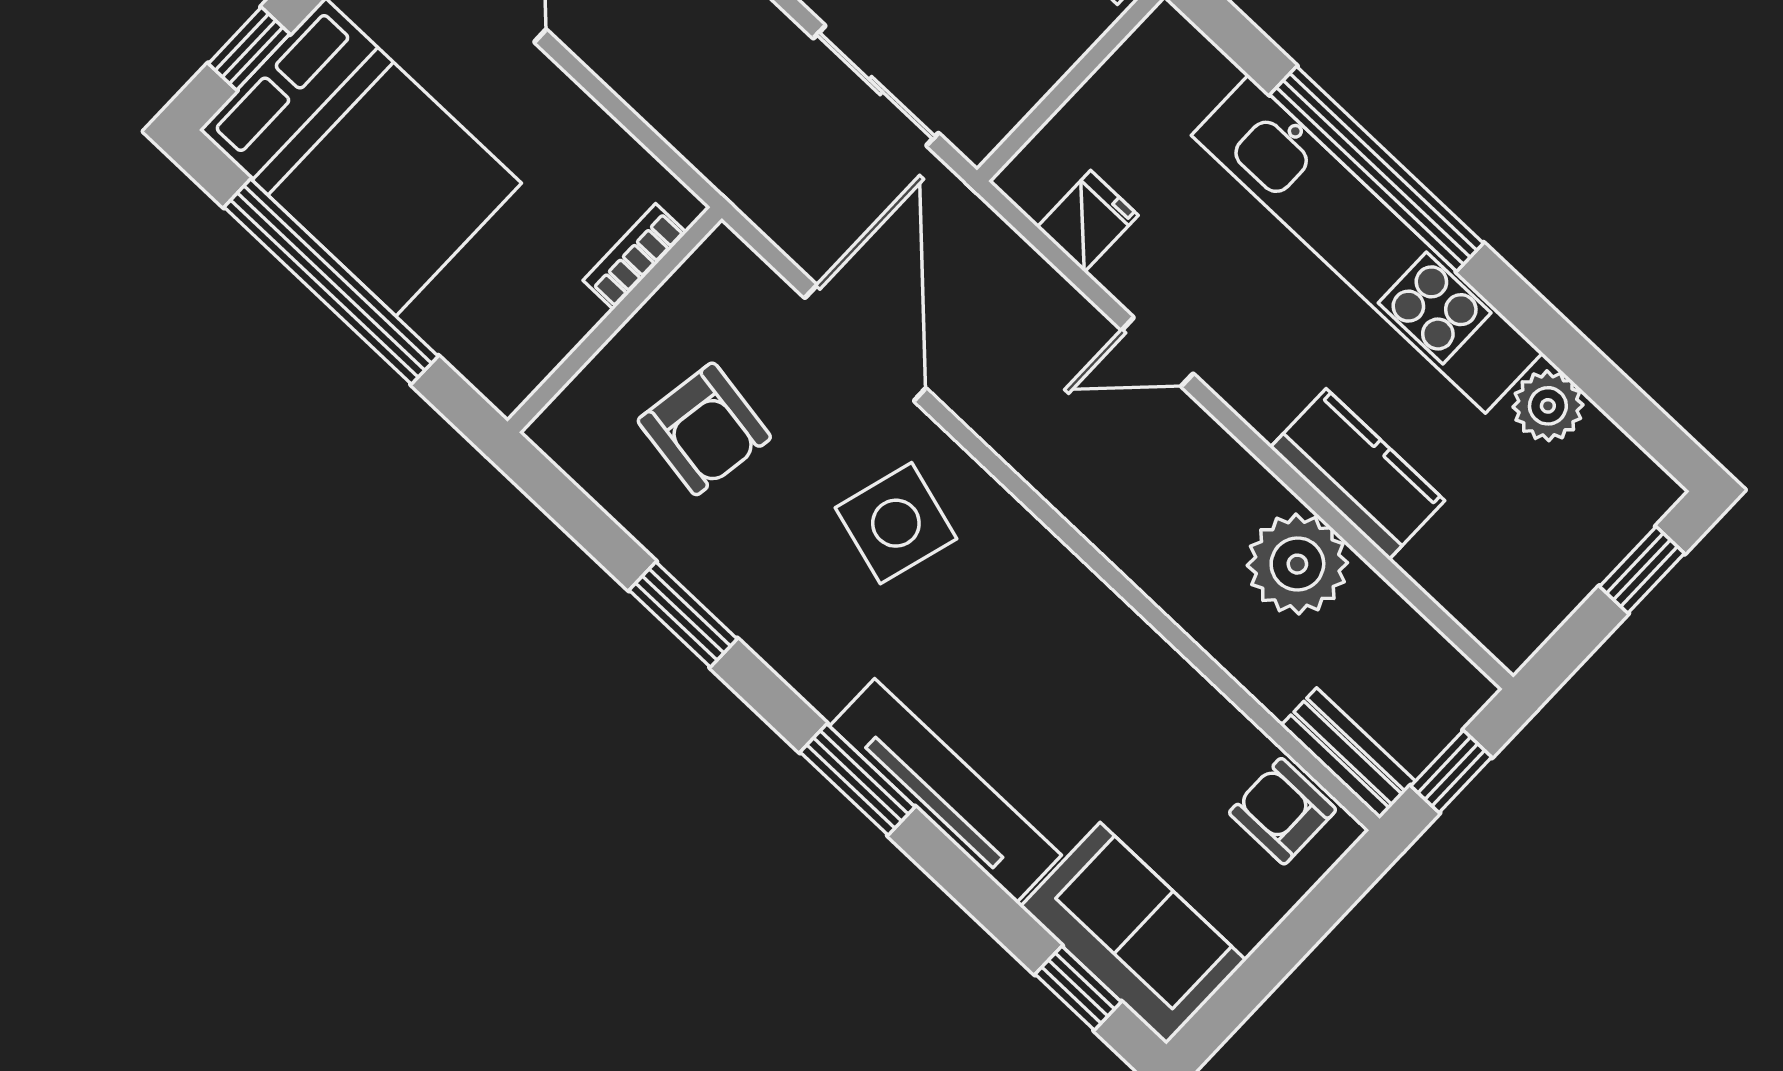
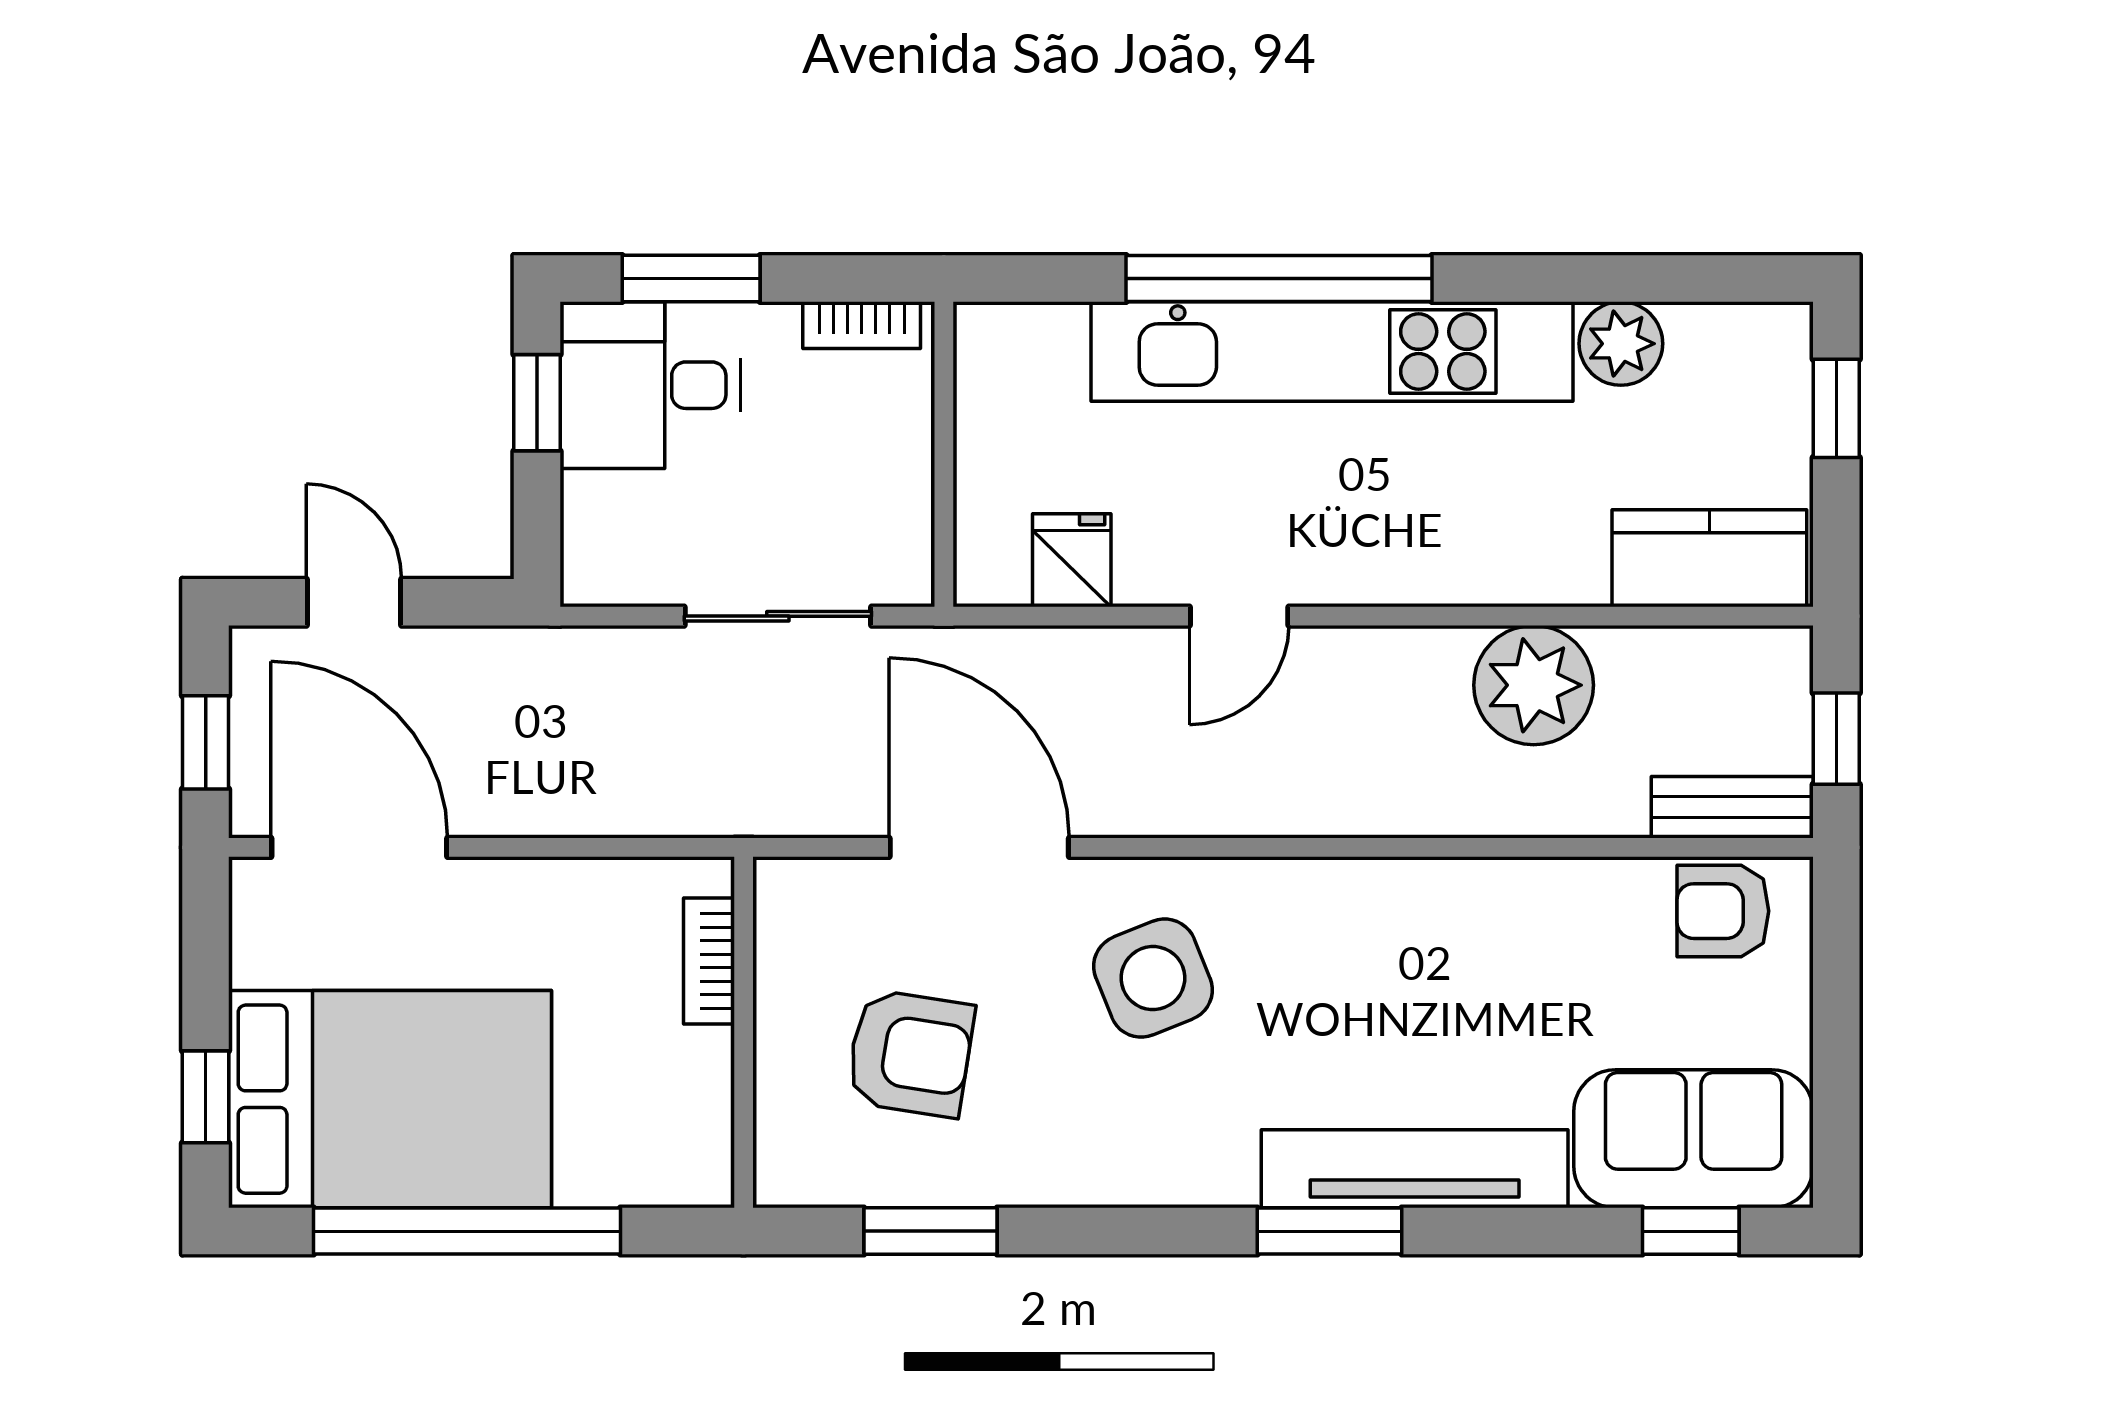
kitchen counter: (1357, 474) -> (1709, 558), moved
side table: (896, 523) -> (1153, 978), turned -38
window: (683, 614) -> (930, 1231), moved

